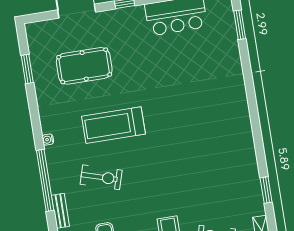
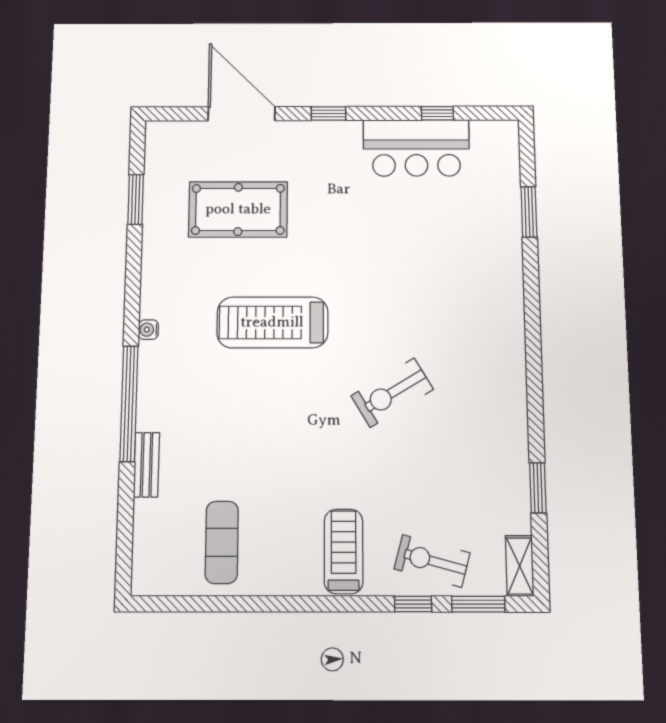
window: (240, 25) -> (529, 212), moved
exercise bike: (101, 177) -> (392, 393), moved, turned 132

